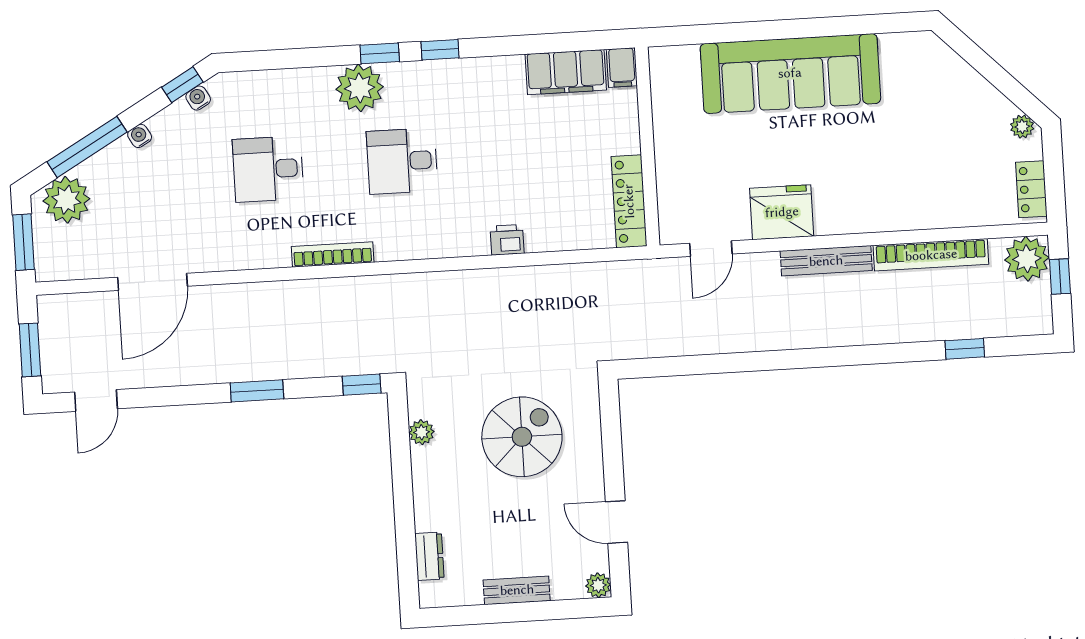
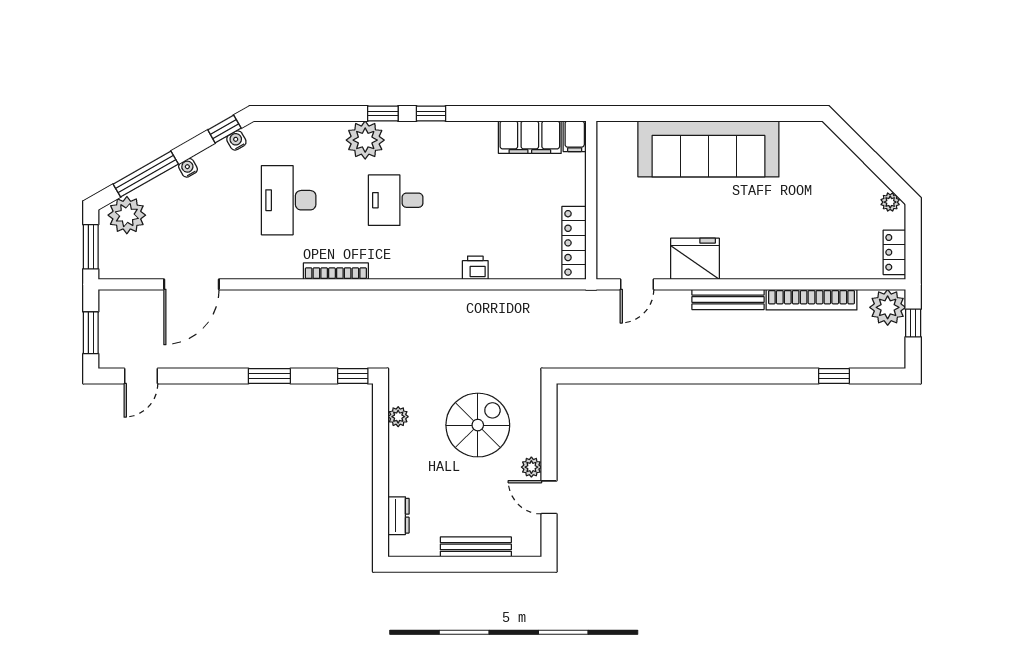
desk: (268, 169) -> (289, 200), width x1.37
plant: (598, 585) -> (531, 467), moved
bench: (517, 590) -> (476, 547), width x1.36

